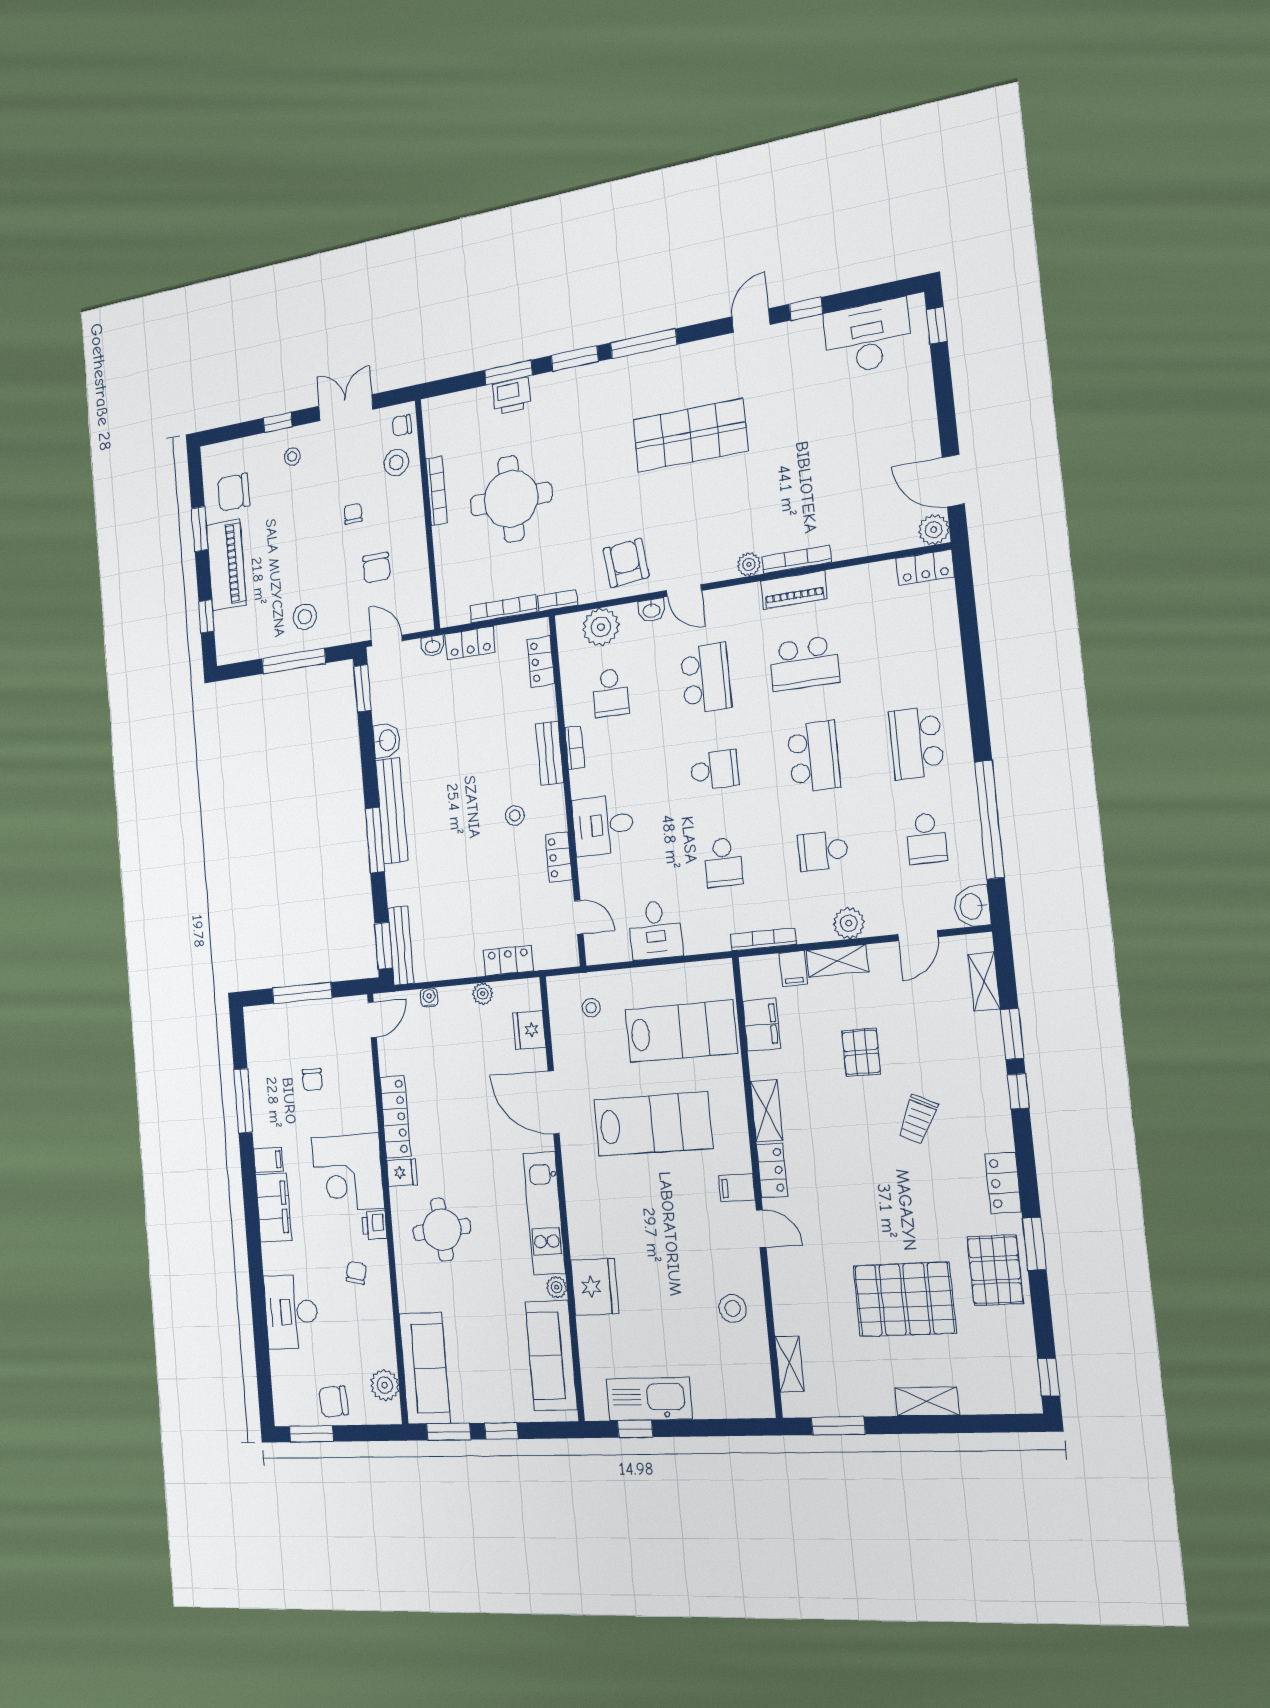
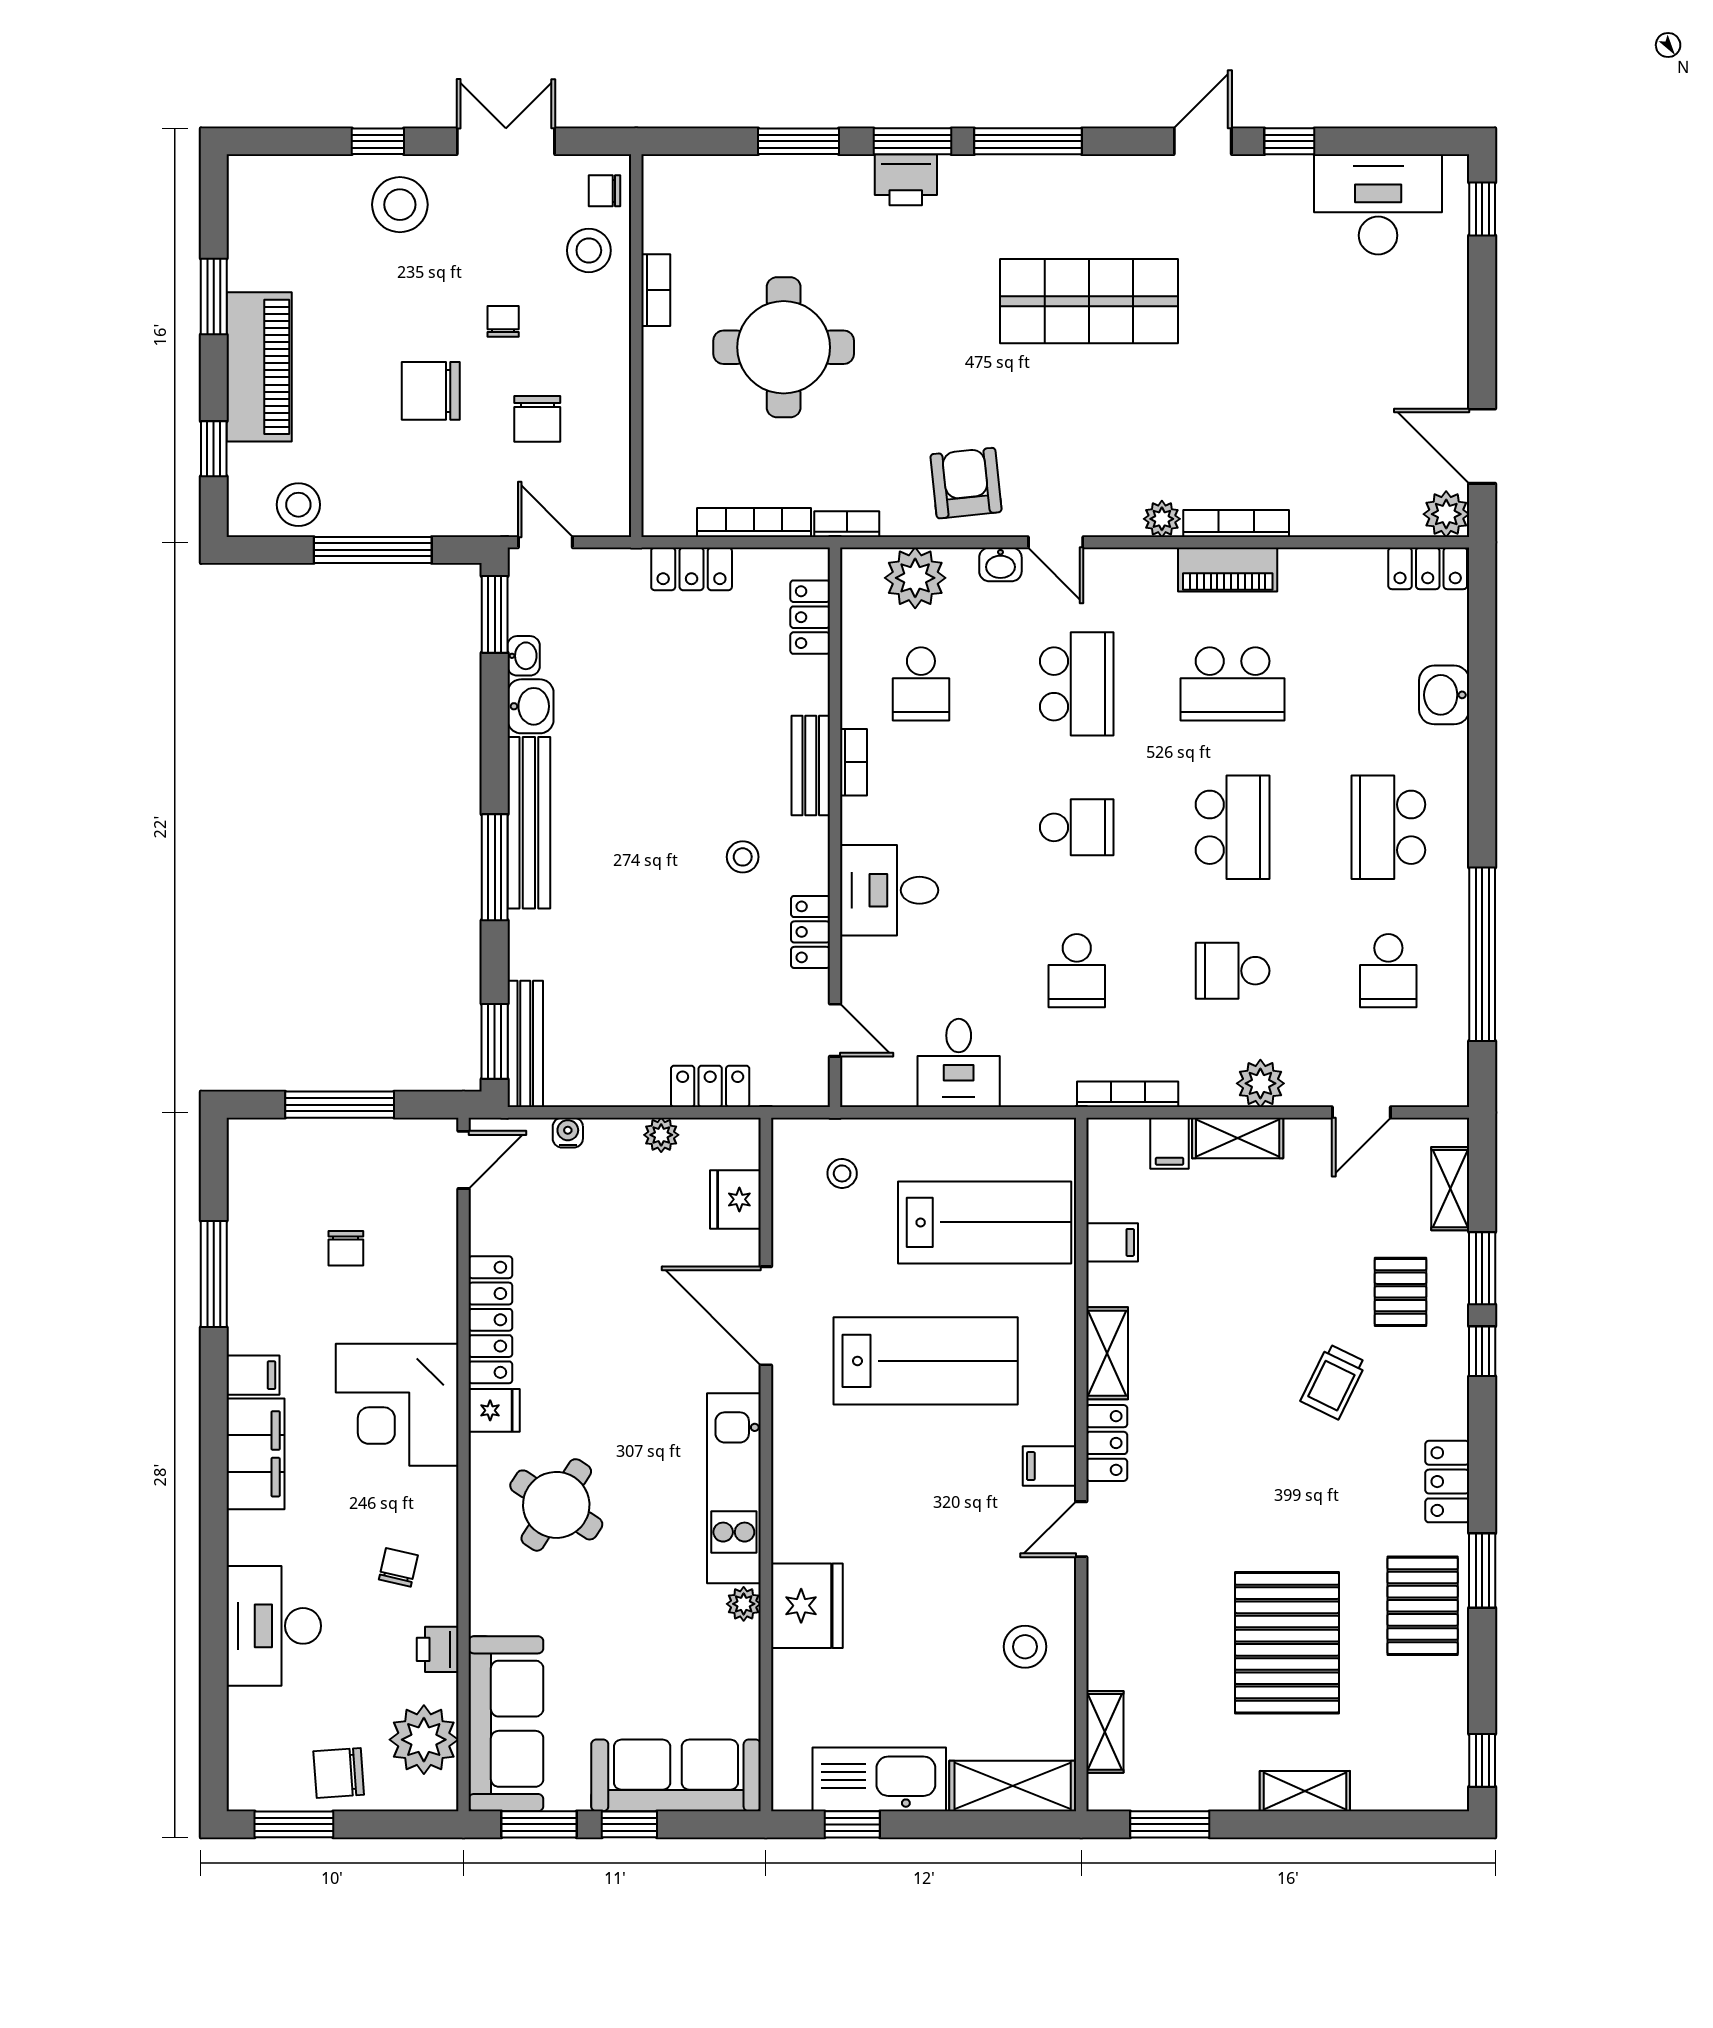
printer: (512, 396) -> (906, 180), moved
stool: (292, 457) -> (400, 205), width x1.89, depth x1.89
bookcase: (437, 491) -> (656, 290), width x0.64
chair: (234, 492) -> (431, 391), moved
stool: (305, 617) -> (298, 505), moved
washbasin: (433, 646) -> (524, 656), moved, turned -90
washbasin: (972, 906) -> (1444, 695), moved
filing cabinet: (762, 1025) -> (1112, 1242), width x0.50
pallet: (861, 1052) -> (1401, 1292), moved
printer: (374, 1225) -> (438, 1649), moved
door: (761, 1229) -> (1081, 1529), swing flipped
round table: (442, 1230) -> (556, 1505), turned 38
pallet: (904, 1299) -> (1287, 1643), turned 90
sofa: (551, 1355) -> (676, 1775), moved, turned 90
plant: (385, 1385) -> (424, 1740), width x1.36, depth x1.36
shelving: (733, 1402) -> (1013, 1786), added

